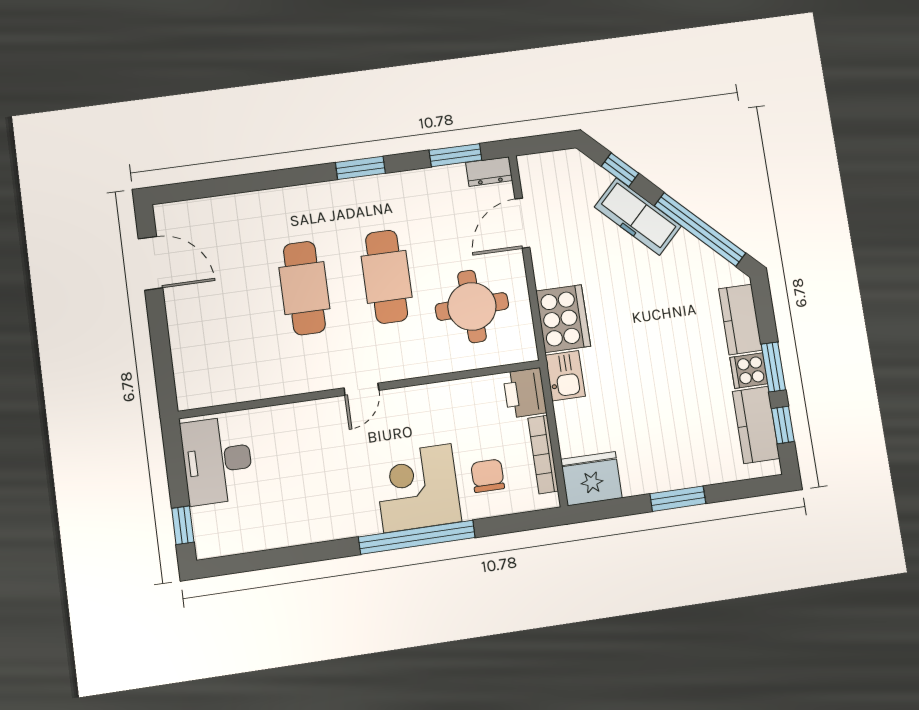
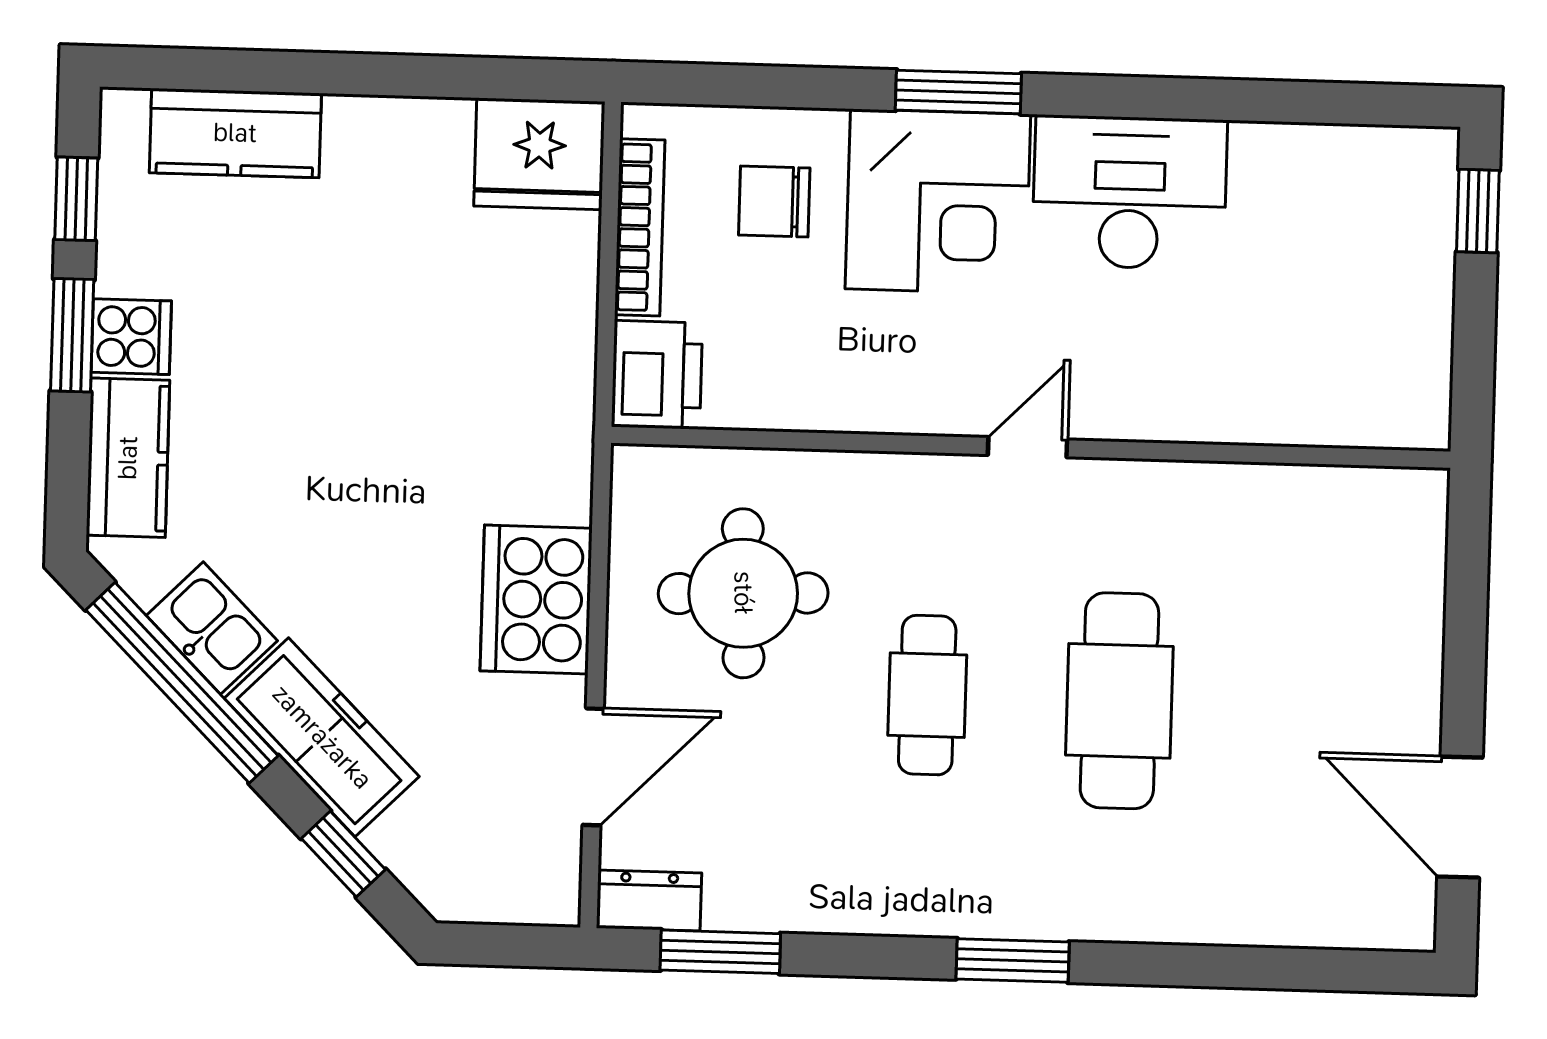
window: (360, 168) -> (1013, 960), moved
cafe table: (387, 277) -> (927, 695), width x0.73, depth x0.74
cooker: (563, 319) -> (536, 599), moved
kitchen sink: (565, 376) -> (212, 628), moved, turned 135
kitchen counter: (756, 425) -> (235, 133), moved, turned 90
desk: (217, 460) -> (1130, 192), moved, turned -90
chair: (488, 476) -> (774, 201), turned 90
window: (678, 499) -> (350, 74), removed
window: (417, 537) -> (958, 92), width x0.47

